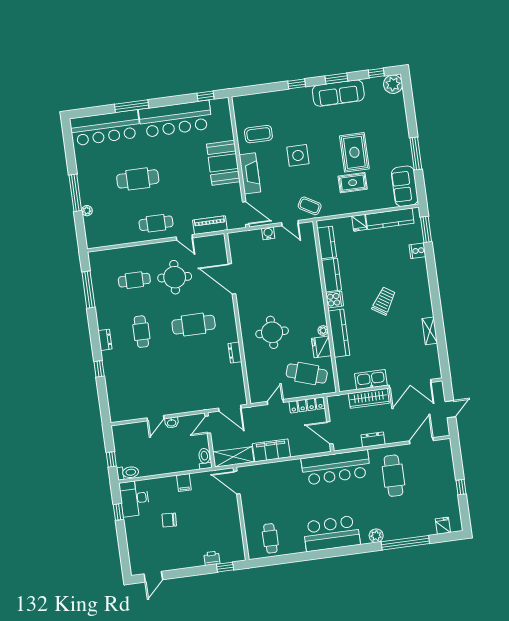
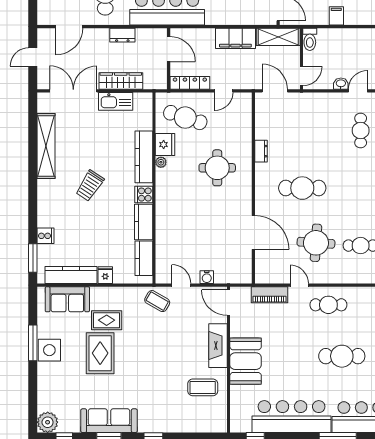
side table: (298, 155) -> (49, 350), moved
sofa: (405, 186) -> (67, 299), moved, turned 90
shelving: (430, 331) -> (46, 146), width x2.20, depth x1.33
cafe table: (141, 332) -> (361, 130), moved

